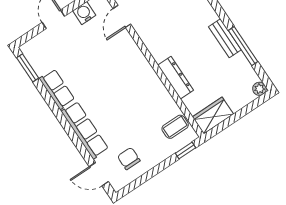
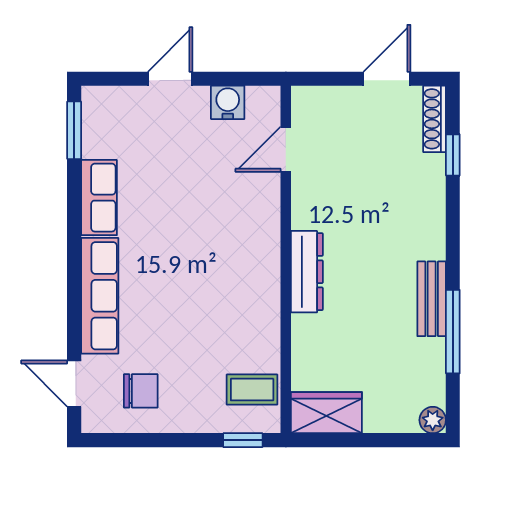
dresser: (176, 78) -> (307, 272), moved
chair: (129, 159) -> (141, 391), turned 90

